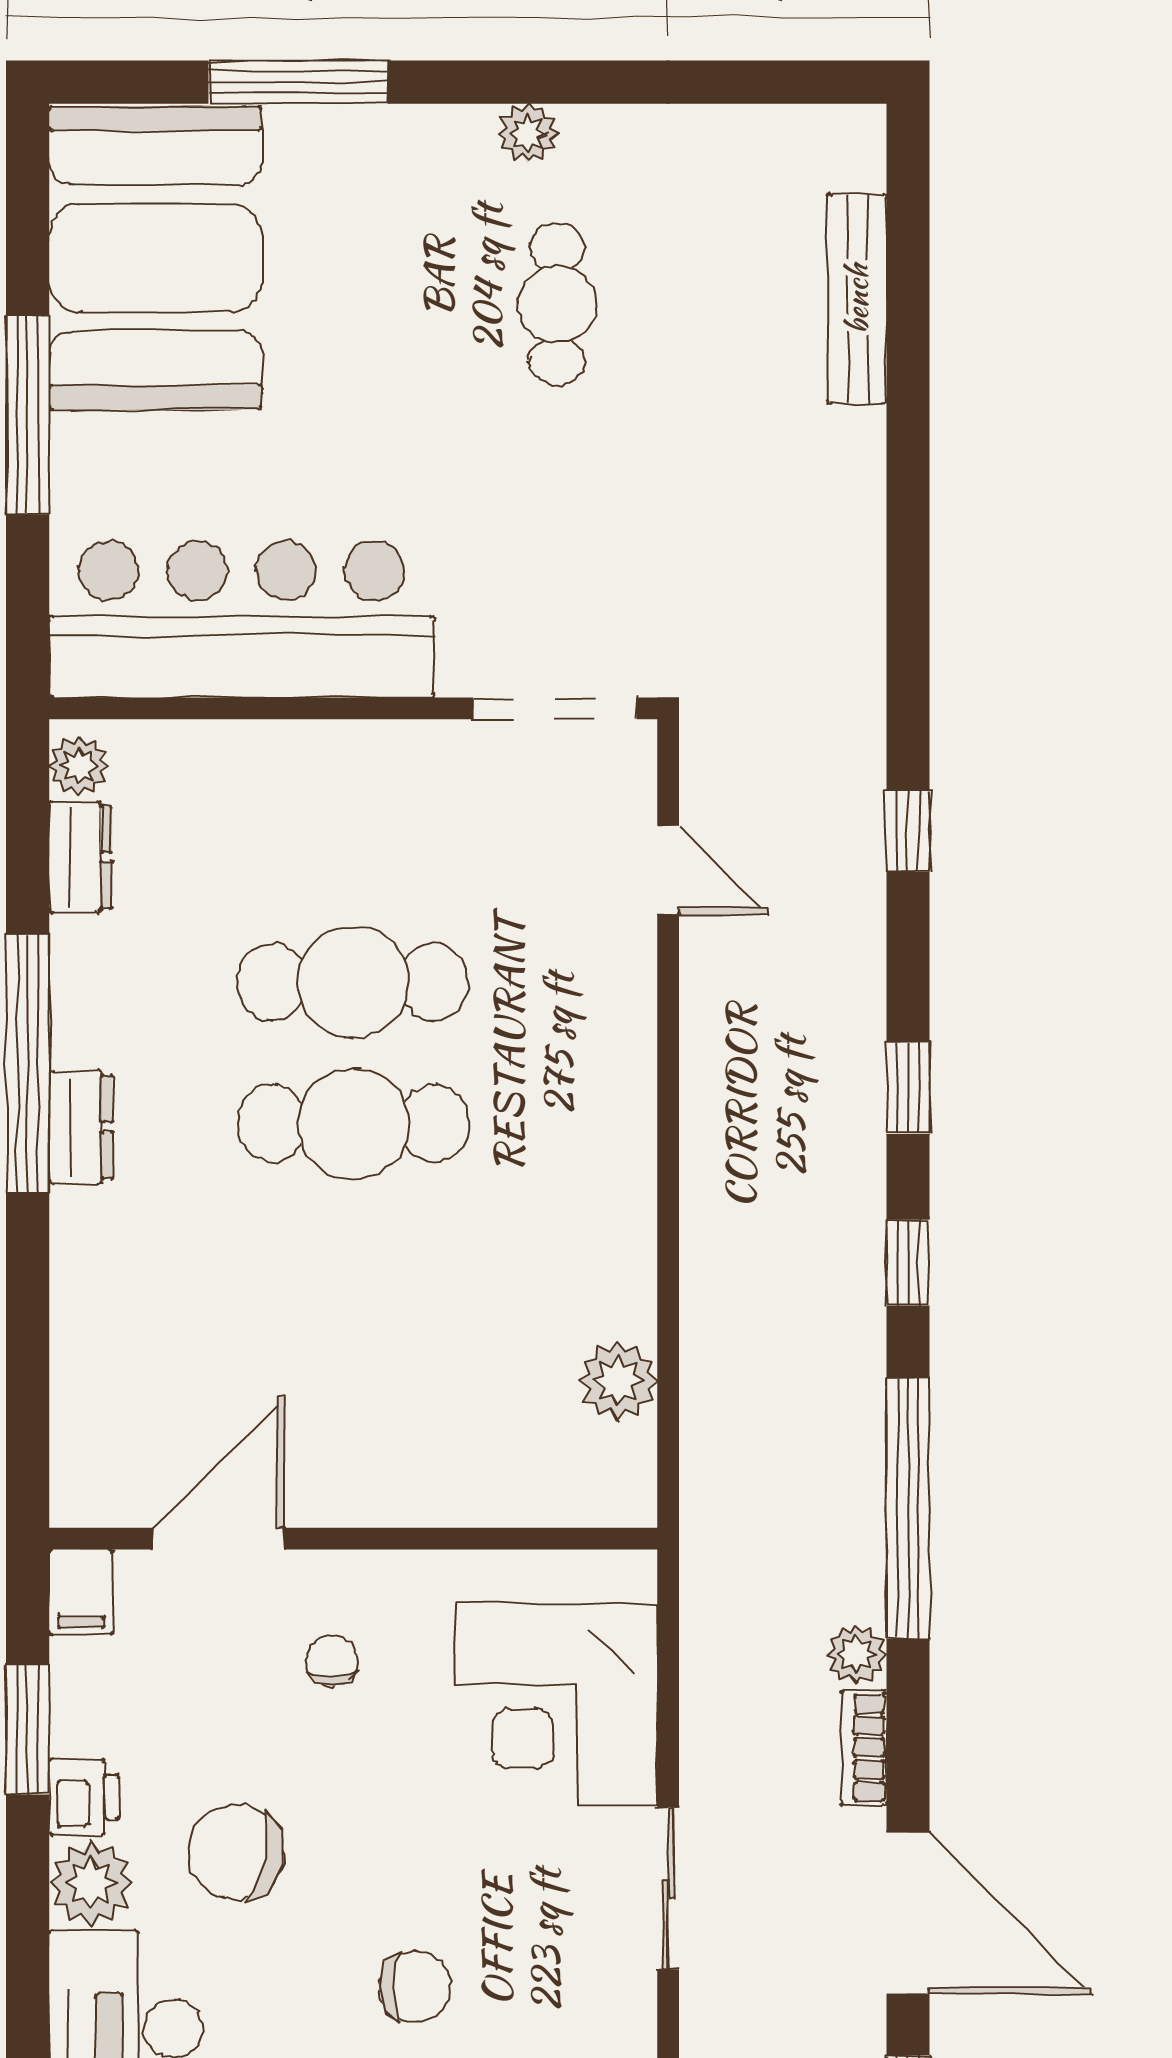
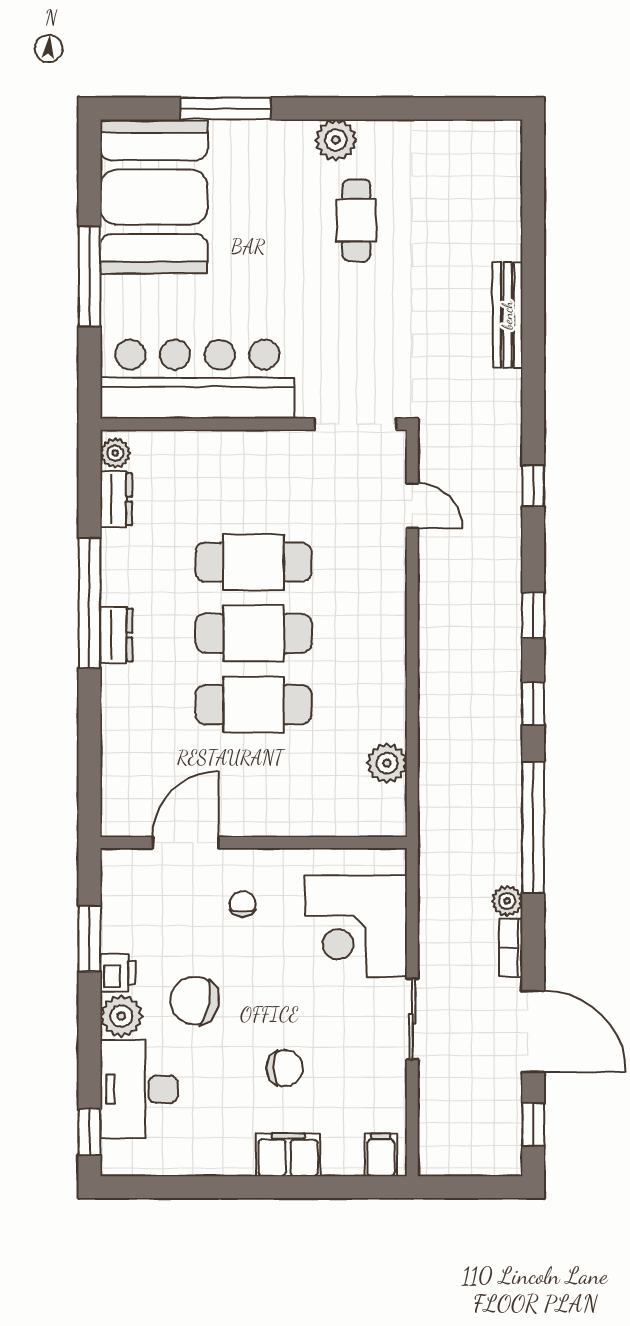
plant: (528, 133) -> (336, 140), width x1.38, depth x1.38
bench: (857, 299) -> (507, 315), moved
cafe table: (353, 1265) -> (254, 705), added
filing cabinet: (81, 1592) -> (116, 870), removed

